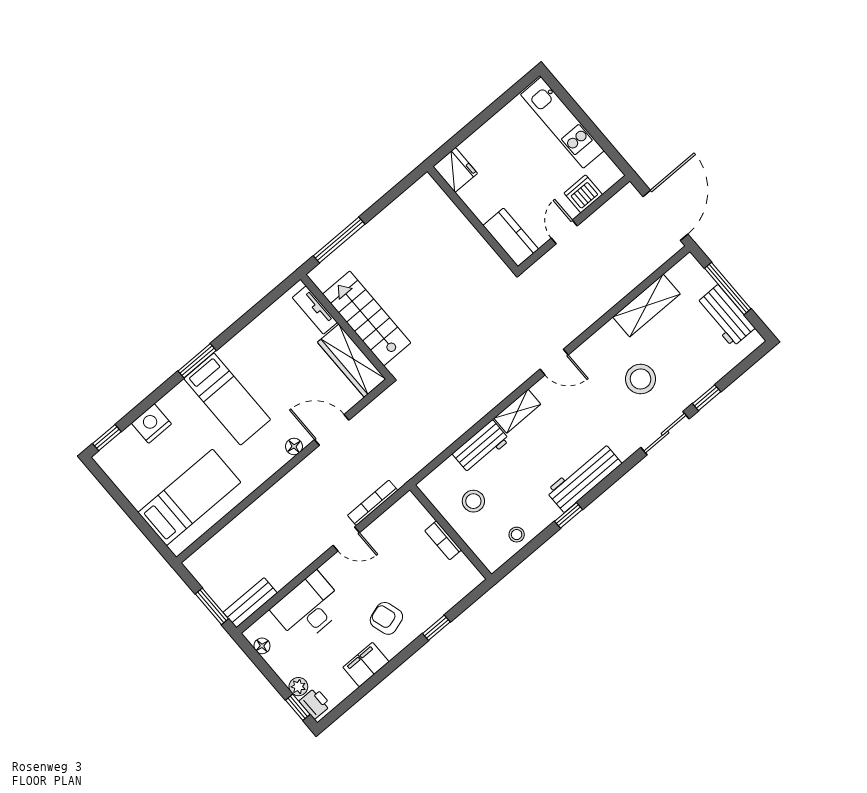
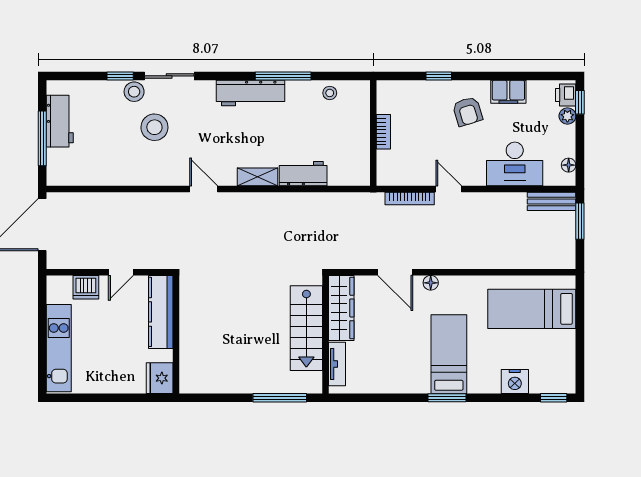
kitchen counter: (511, 237) -> (161, 312), width x1.50
shelving: (646, 305) -> (108, 174), removed
stool: (473, 501) -> (134, 92), moved
window: (568, 515) -> (283, 76), width x2.17

